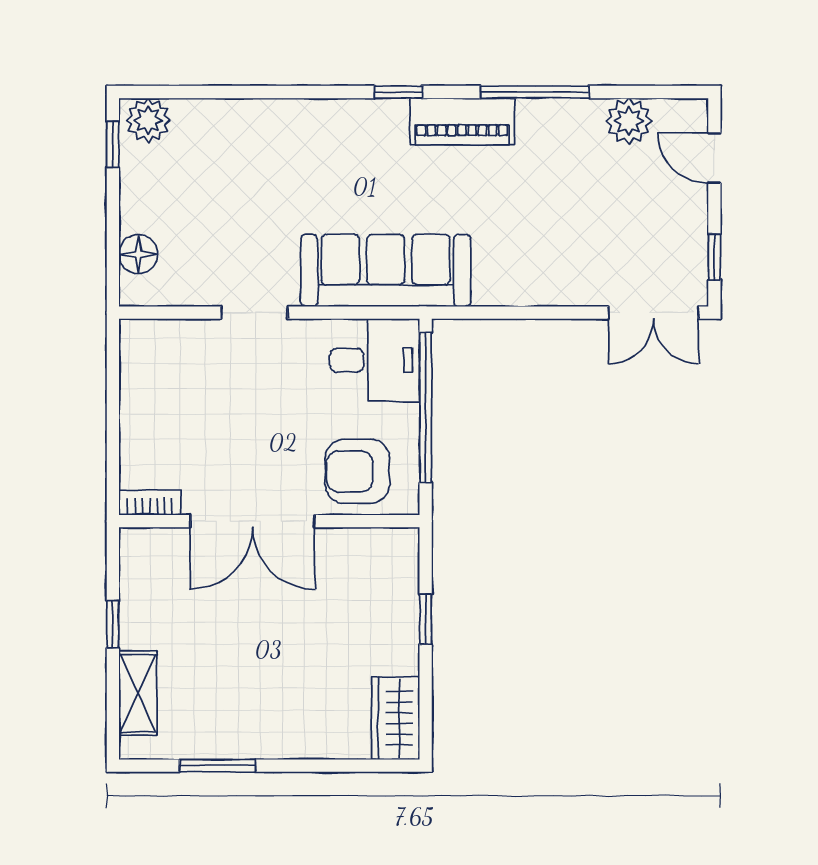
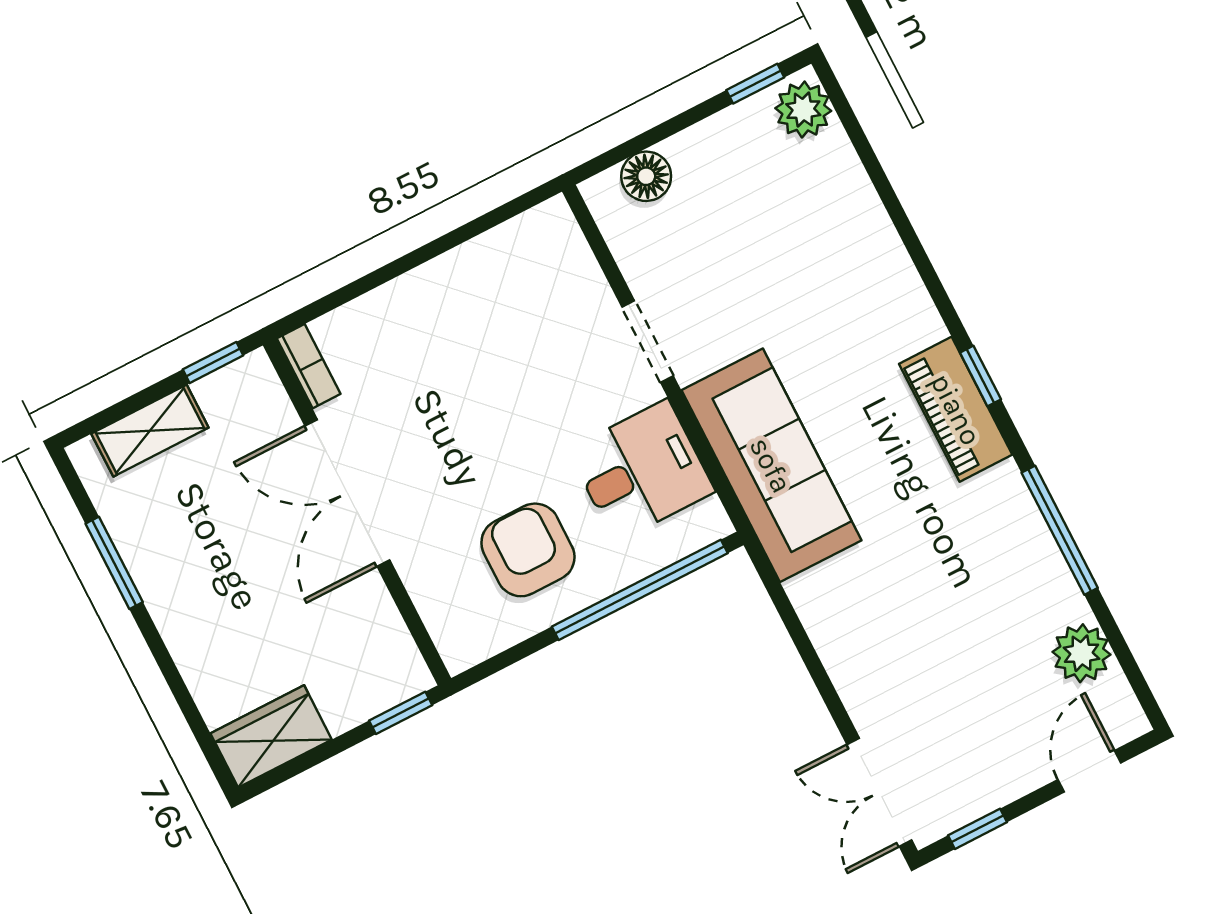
piano: (462, 121) -> (956, 409), moved
desk: (375, 360) -> (641, 471), moved, turned -90
bookcase: (150, 503) -> (309, 366), moved
double door: (252, 521) -> (347, 493), moved
wall: (269, 521) -> (357, 512), moved

